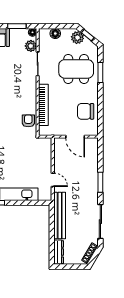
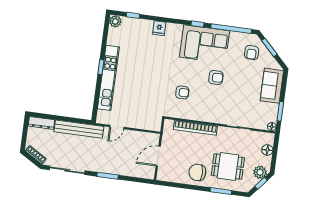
plant: (31, 46) -> (258, 123), removed
dining table: (76, 69) -> (228, 167), width x0.73
chair: (86, 111) -> (197, 172), moved, turned -90
armchair: (28, 121) -> (182, 92), moved

